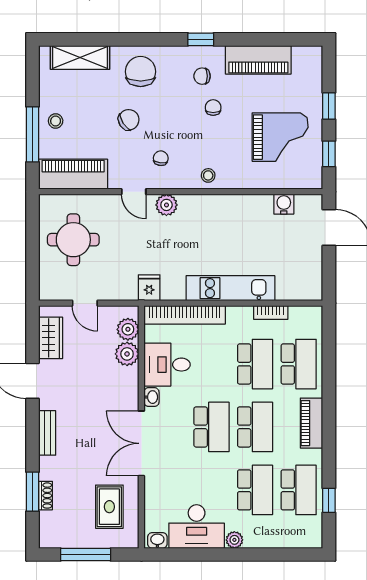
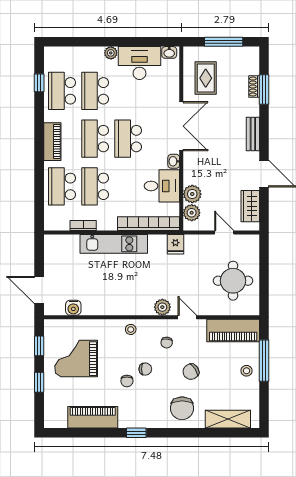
chair: (202, 76) -> (145, 369), moved

